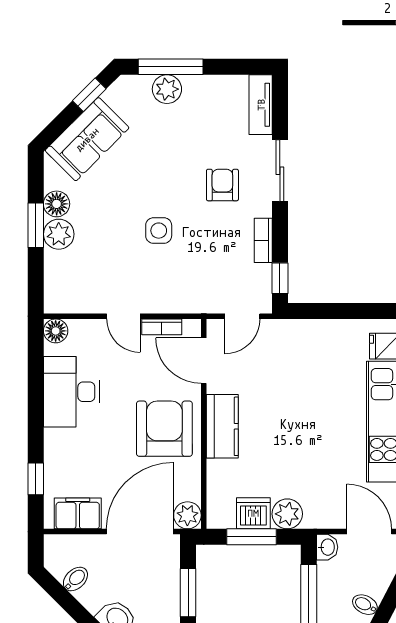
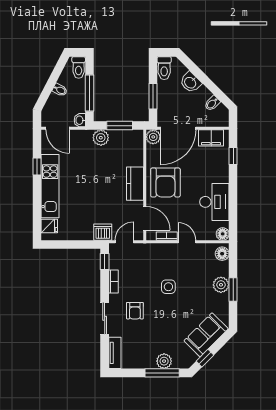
floor lamp: (57, 204) -> (222, 254), moved
dishwasher: (253, 513) -> (103, 232), moved, turned 180

